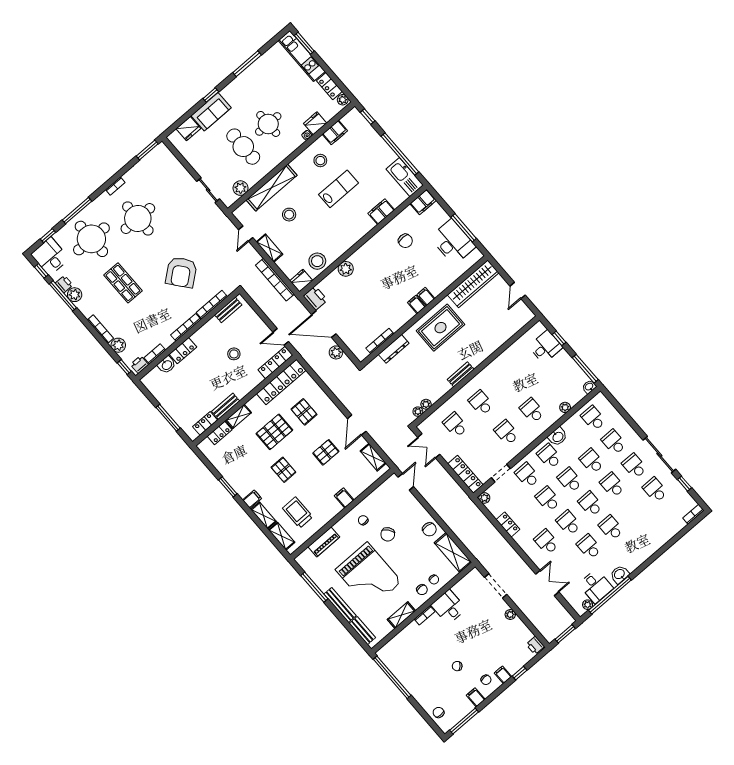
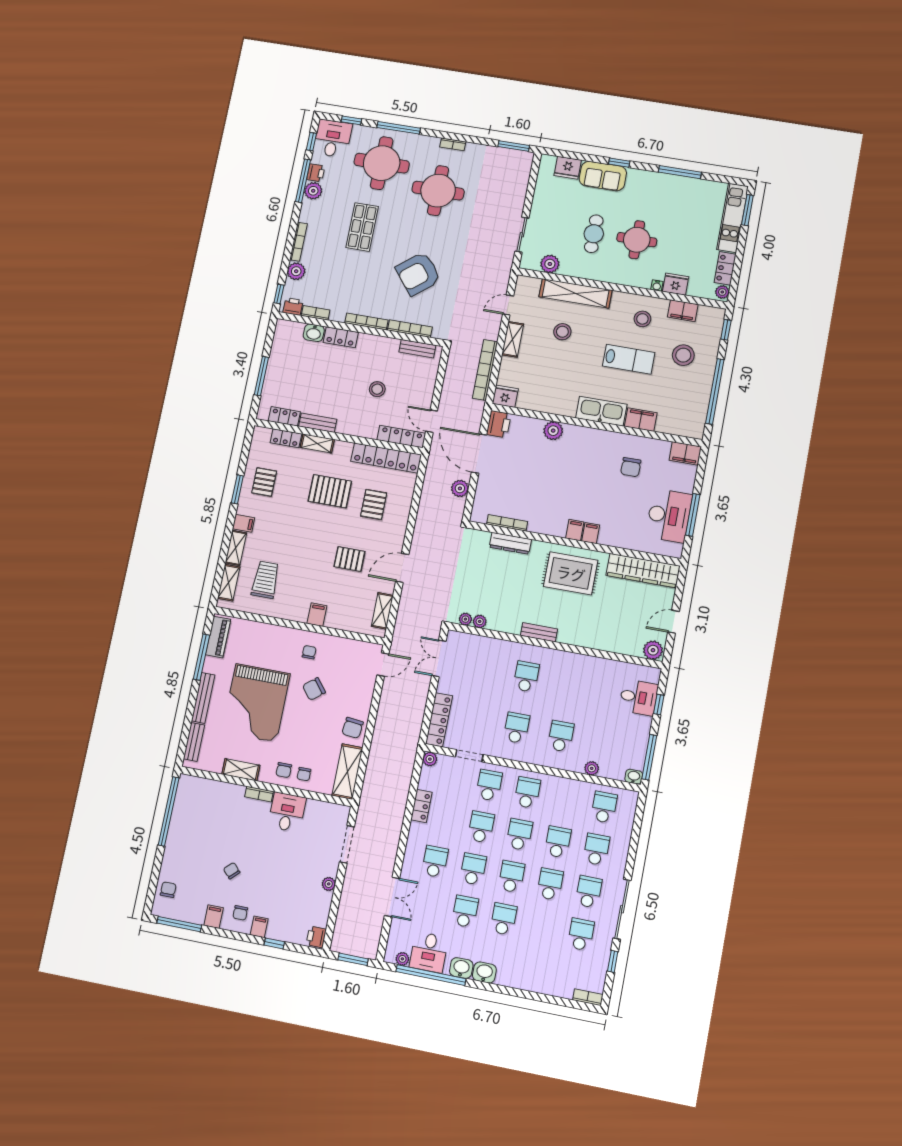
cafe table: (243, 147) -> (594, 234), width x0.73, depth x0.74
kitchen sink: (405, 177) -> (601, 411), moved, turned 90
stool: (317, 261) -> (683, 355), moved
plant: (525, 316) -> (653, 650), added
school desk: (455, 425) -> (482, 668), removed
washbasin: (558, 437) -> (484, 973), moved, turned 180
pallet: (283, 470) -> (264, 482), moved
piano: (324, 542) -> (218, 637), moved, turned -90

